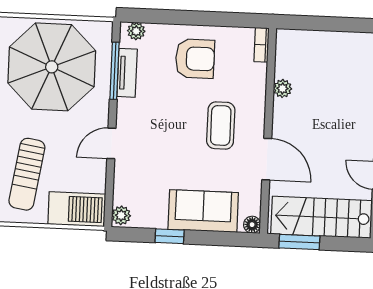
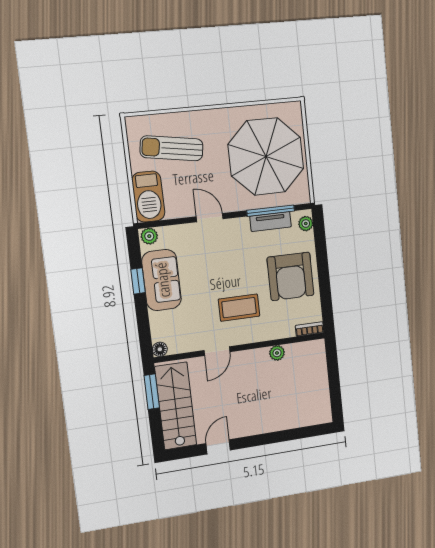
armchair: (195, 59) -> (290, 276), width x1.36, depth x1.36
door: (267, 159) -> (217, 351), width x0.73
sofa: (203, 211) -> (162, 280), moved

